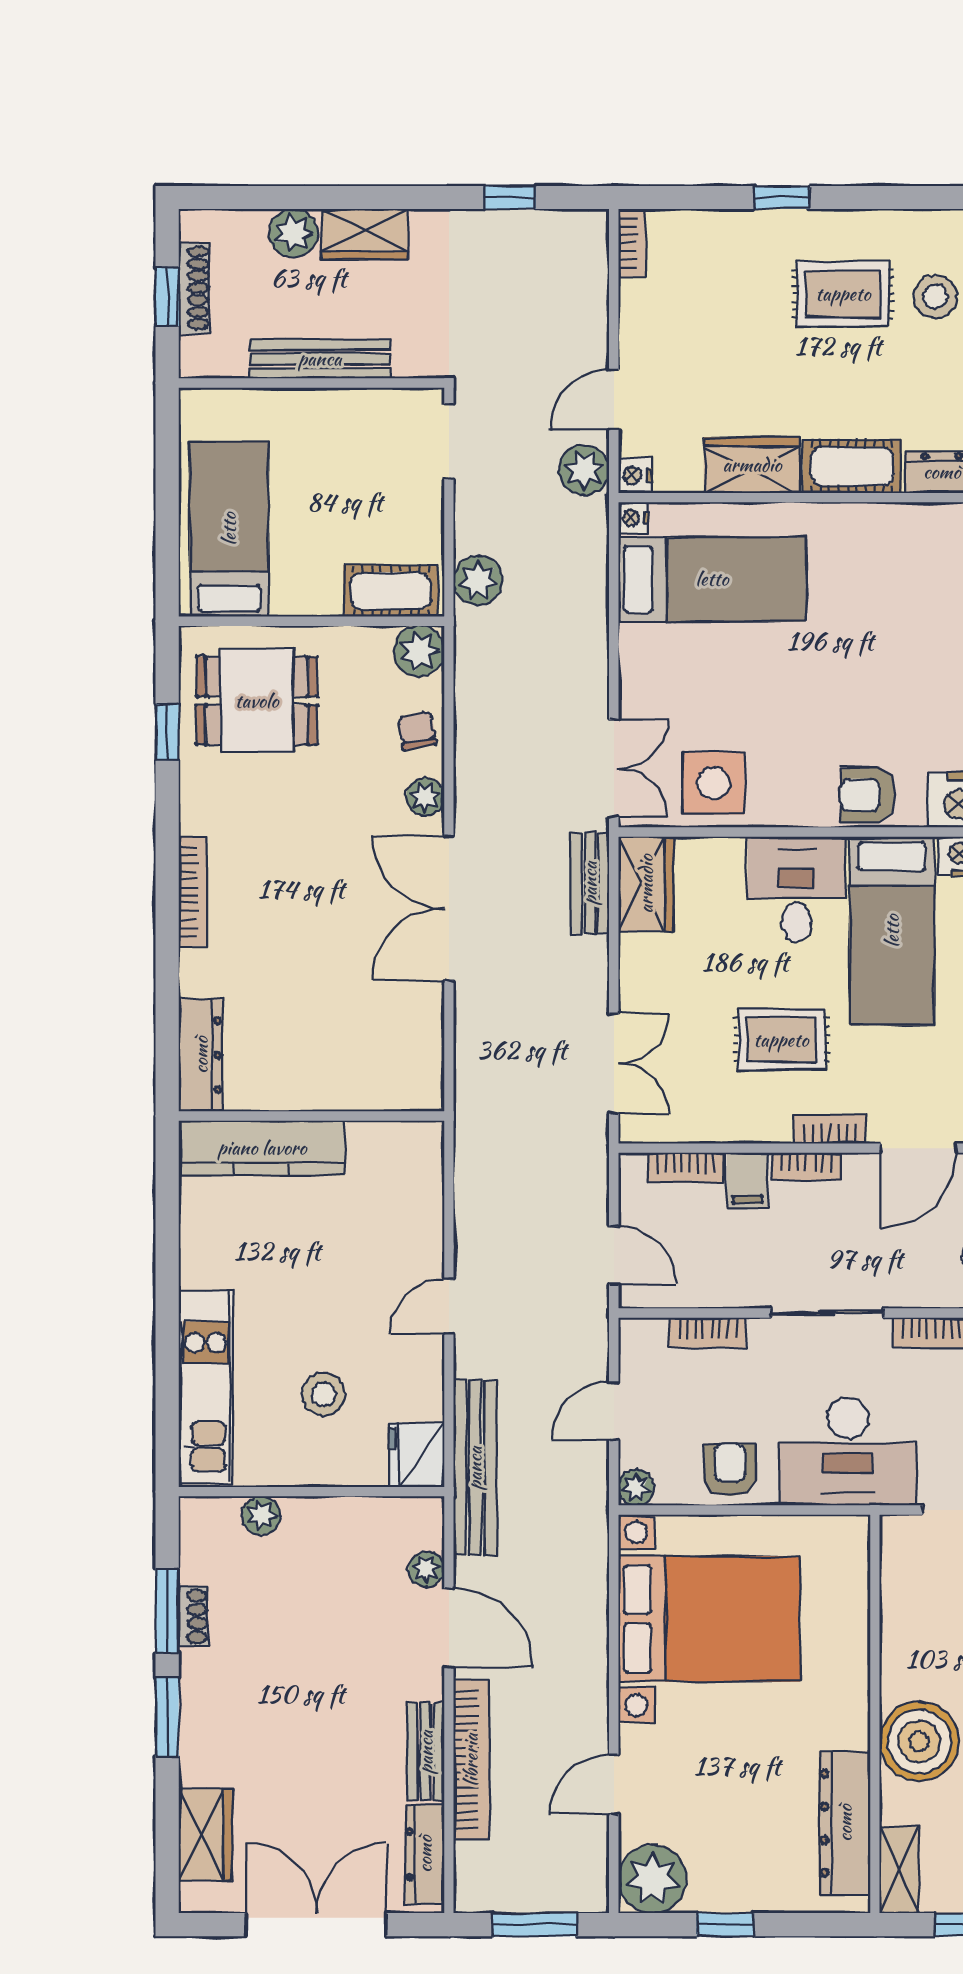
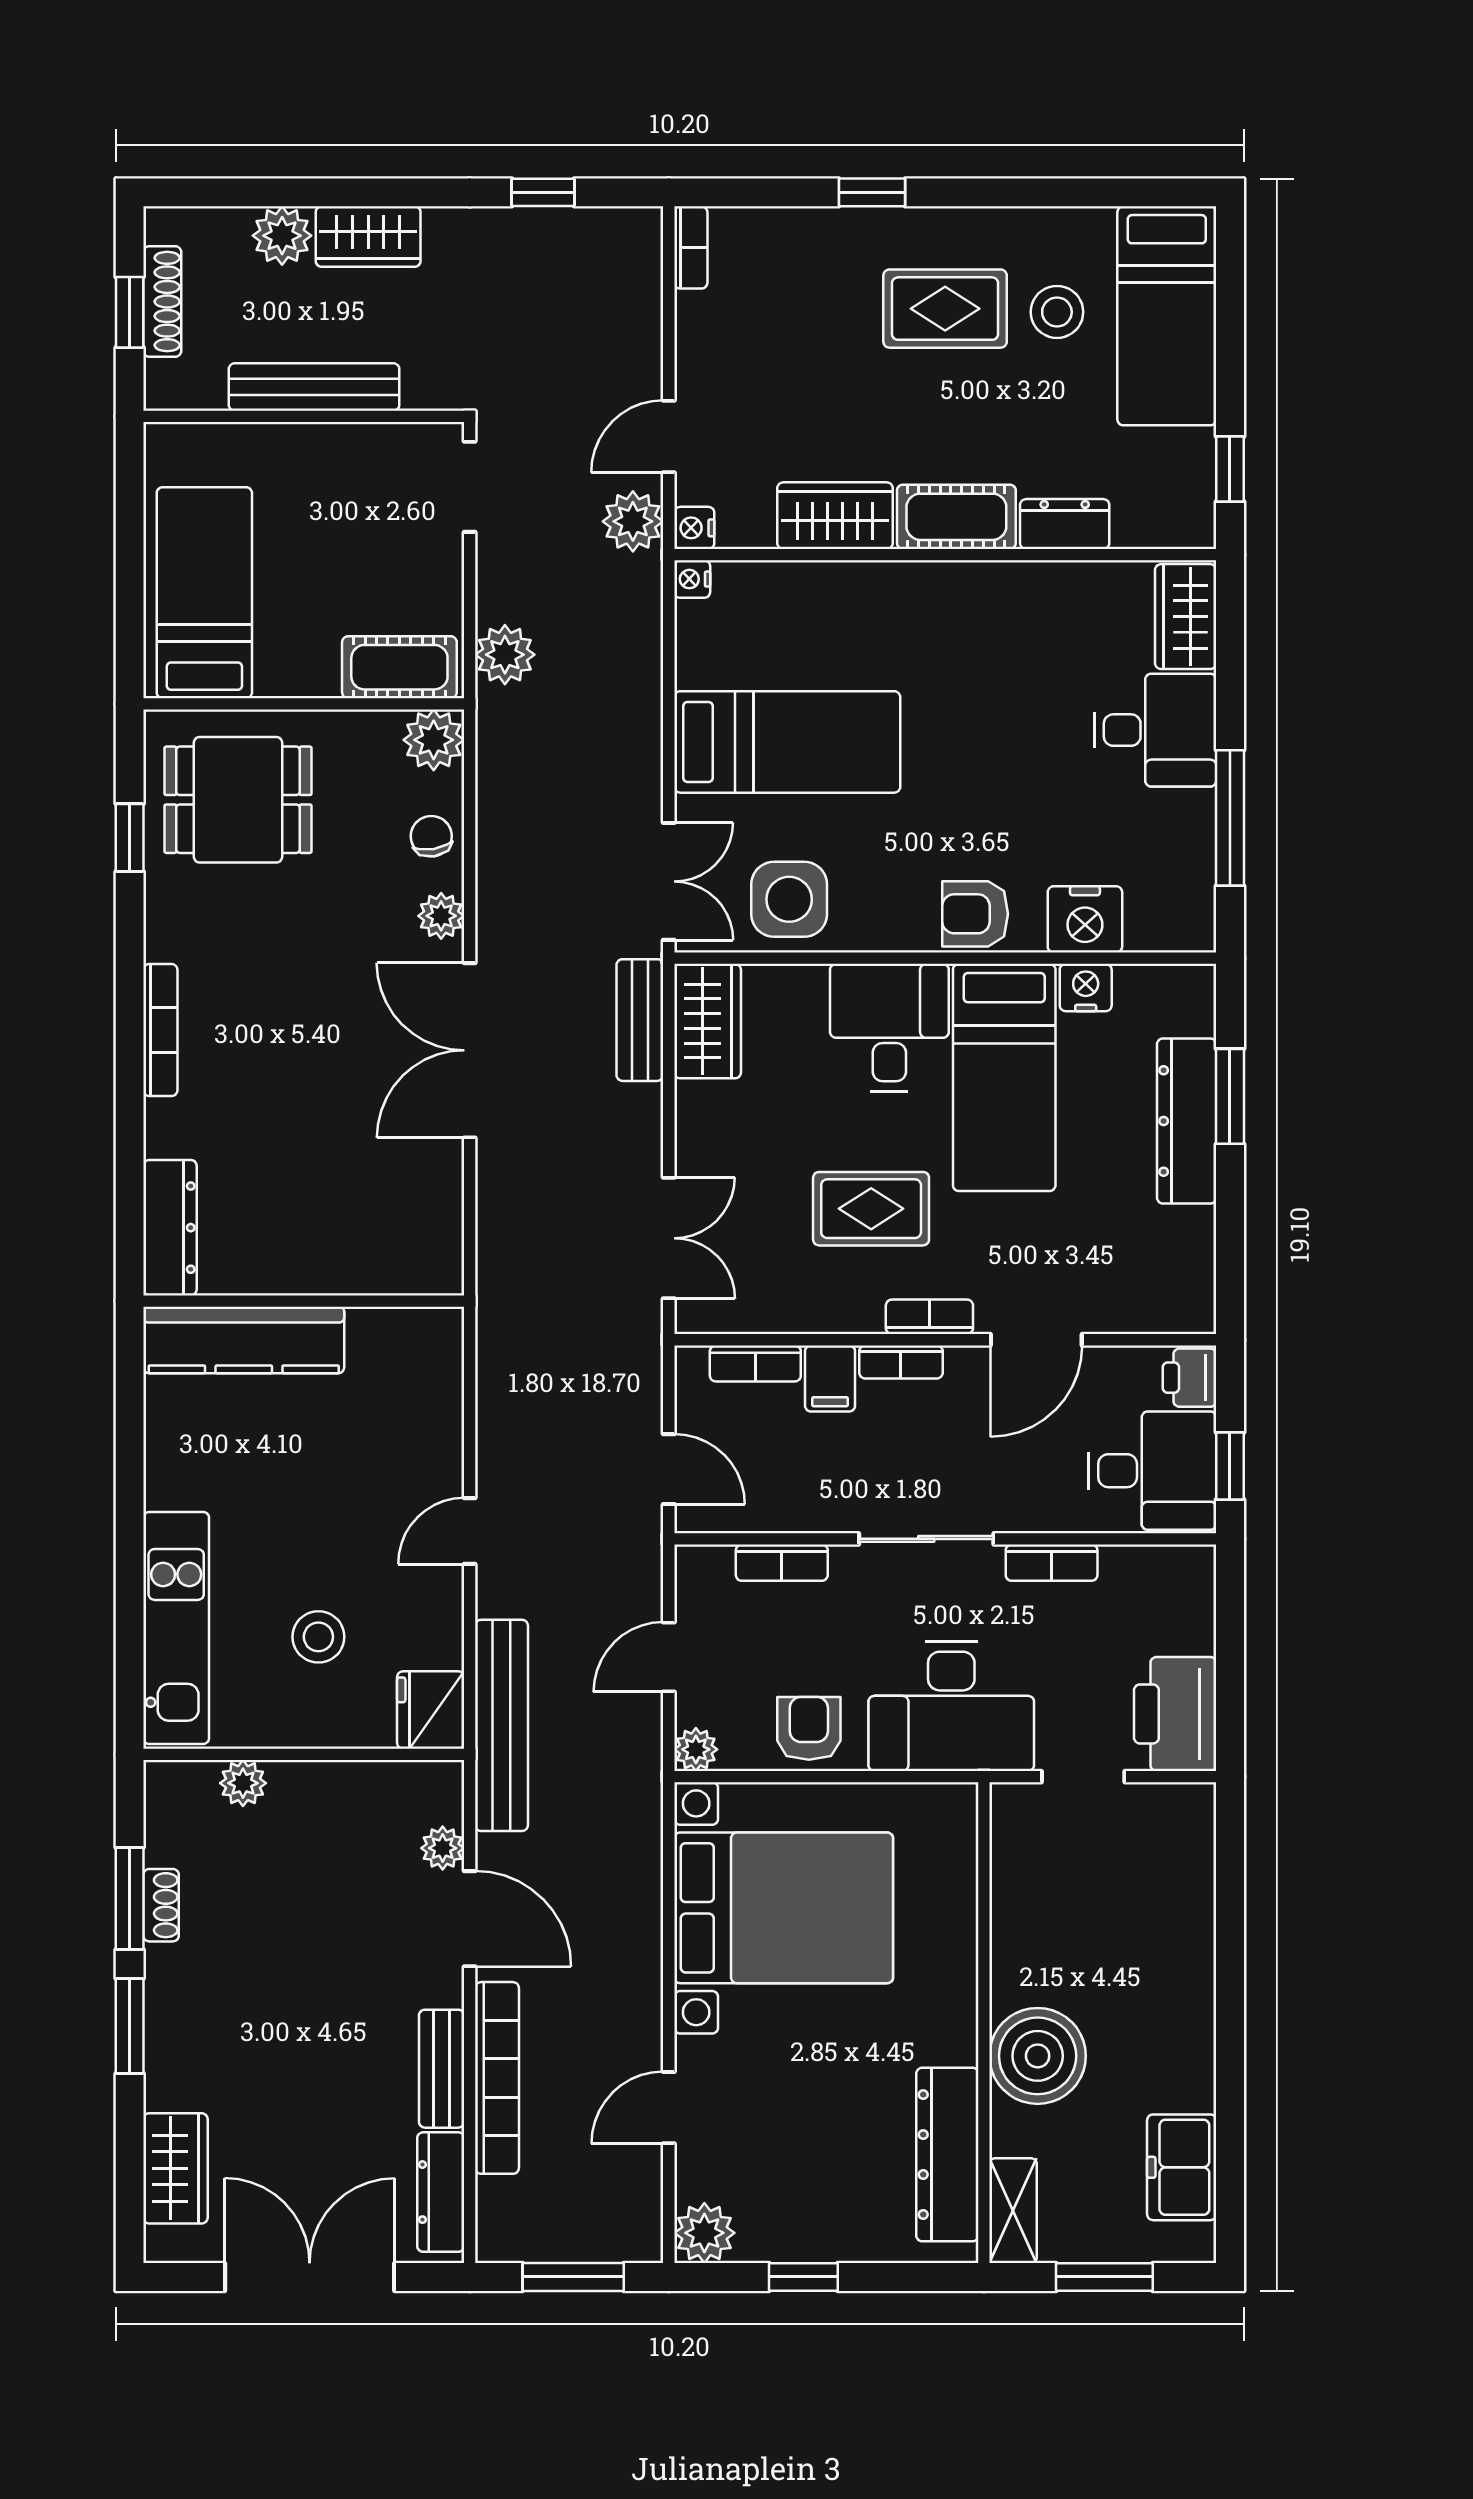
bed: (712, 579) -> (787, 742), moved
plant: (652, 1879) -> (704, 2233), width x0.73, depth x0.73

